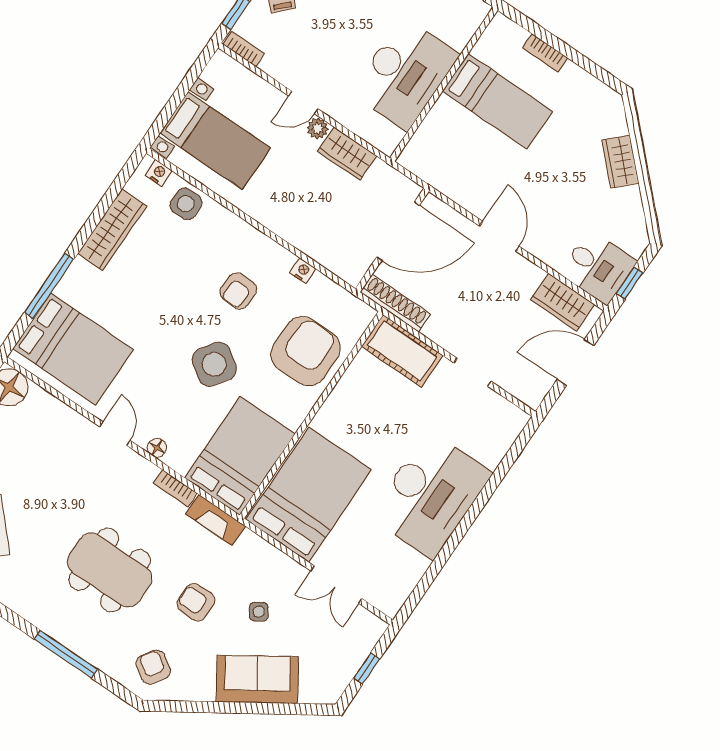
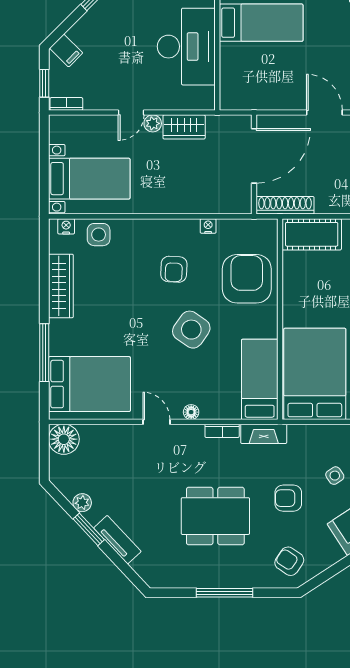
bed: (240, 456) -> (260, 379), width x0.67

